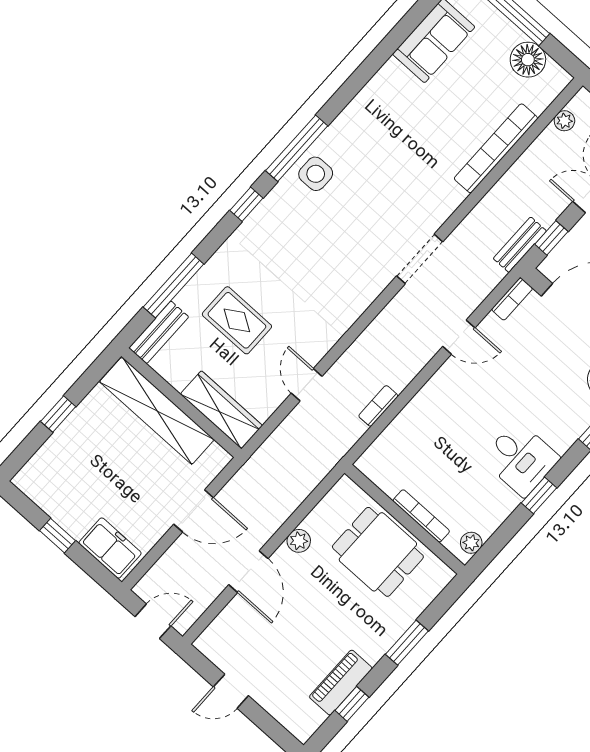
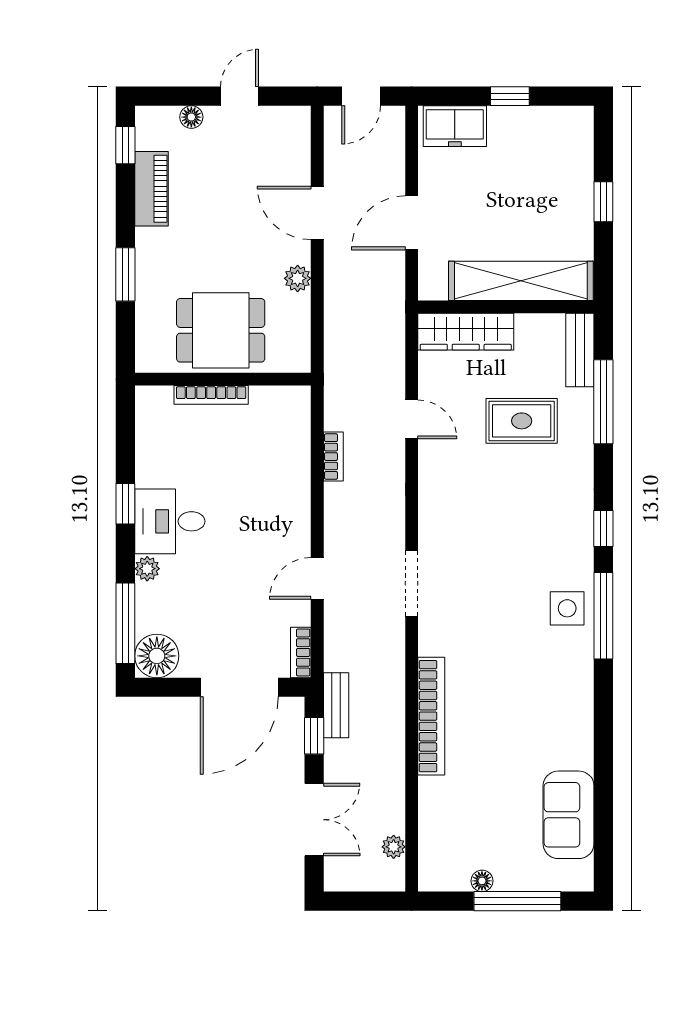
floor lamp: (528, 60) -> (482, 881), width x0.53, depth x0.53
bookcase: (496, 148) -> (431, 716), moved
doorway: (420, 259) -> (412, 583), moved
plant: (471, 543) -> (147, 569), moved
window: (352, 704) -> (125, 145), moved
floor lamp: (274, 706) -> (191, 117), added

